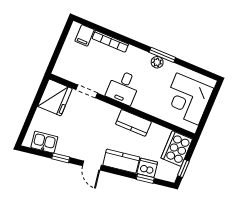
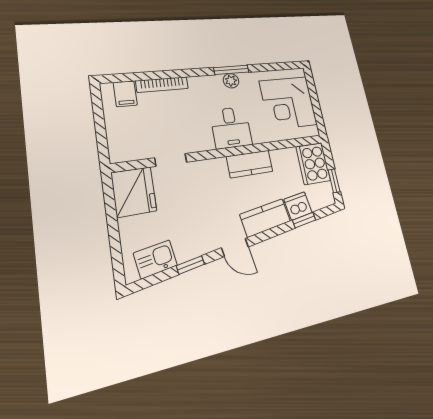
desk: (123, 87) -> (231, 128), moved

